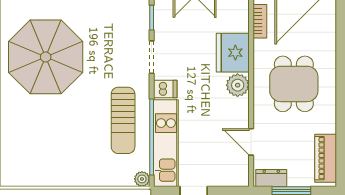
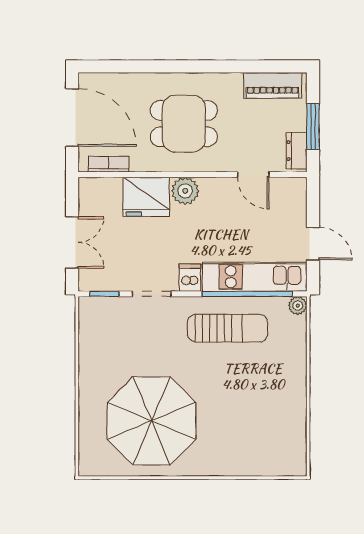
door: (251, 142) -> (253, 175), hinge flipped

